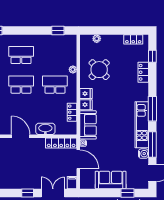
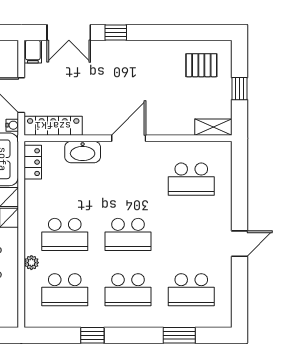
window: (58, 30) -> (92, 335), moved
school desk: (55, 55) -> (65, 290), added
locker: (72, 112) -> (33, 162), moved
door: (21, 136) -> (129, 138), swing flipped

